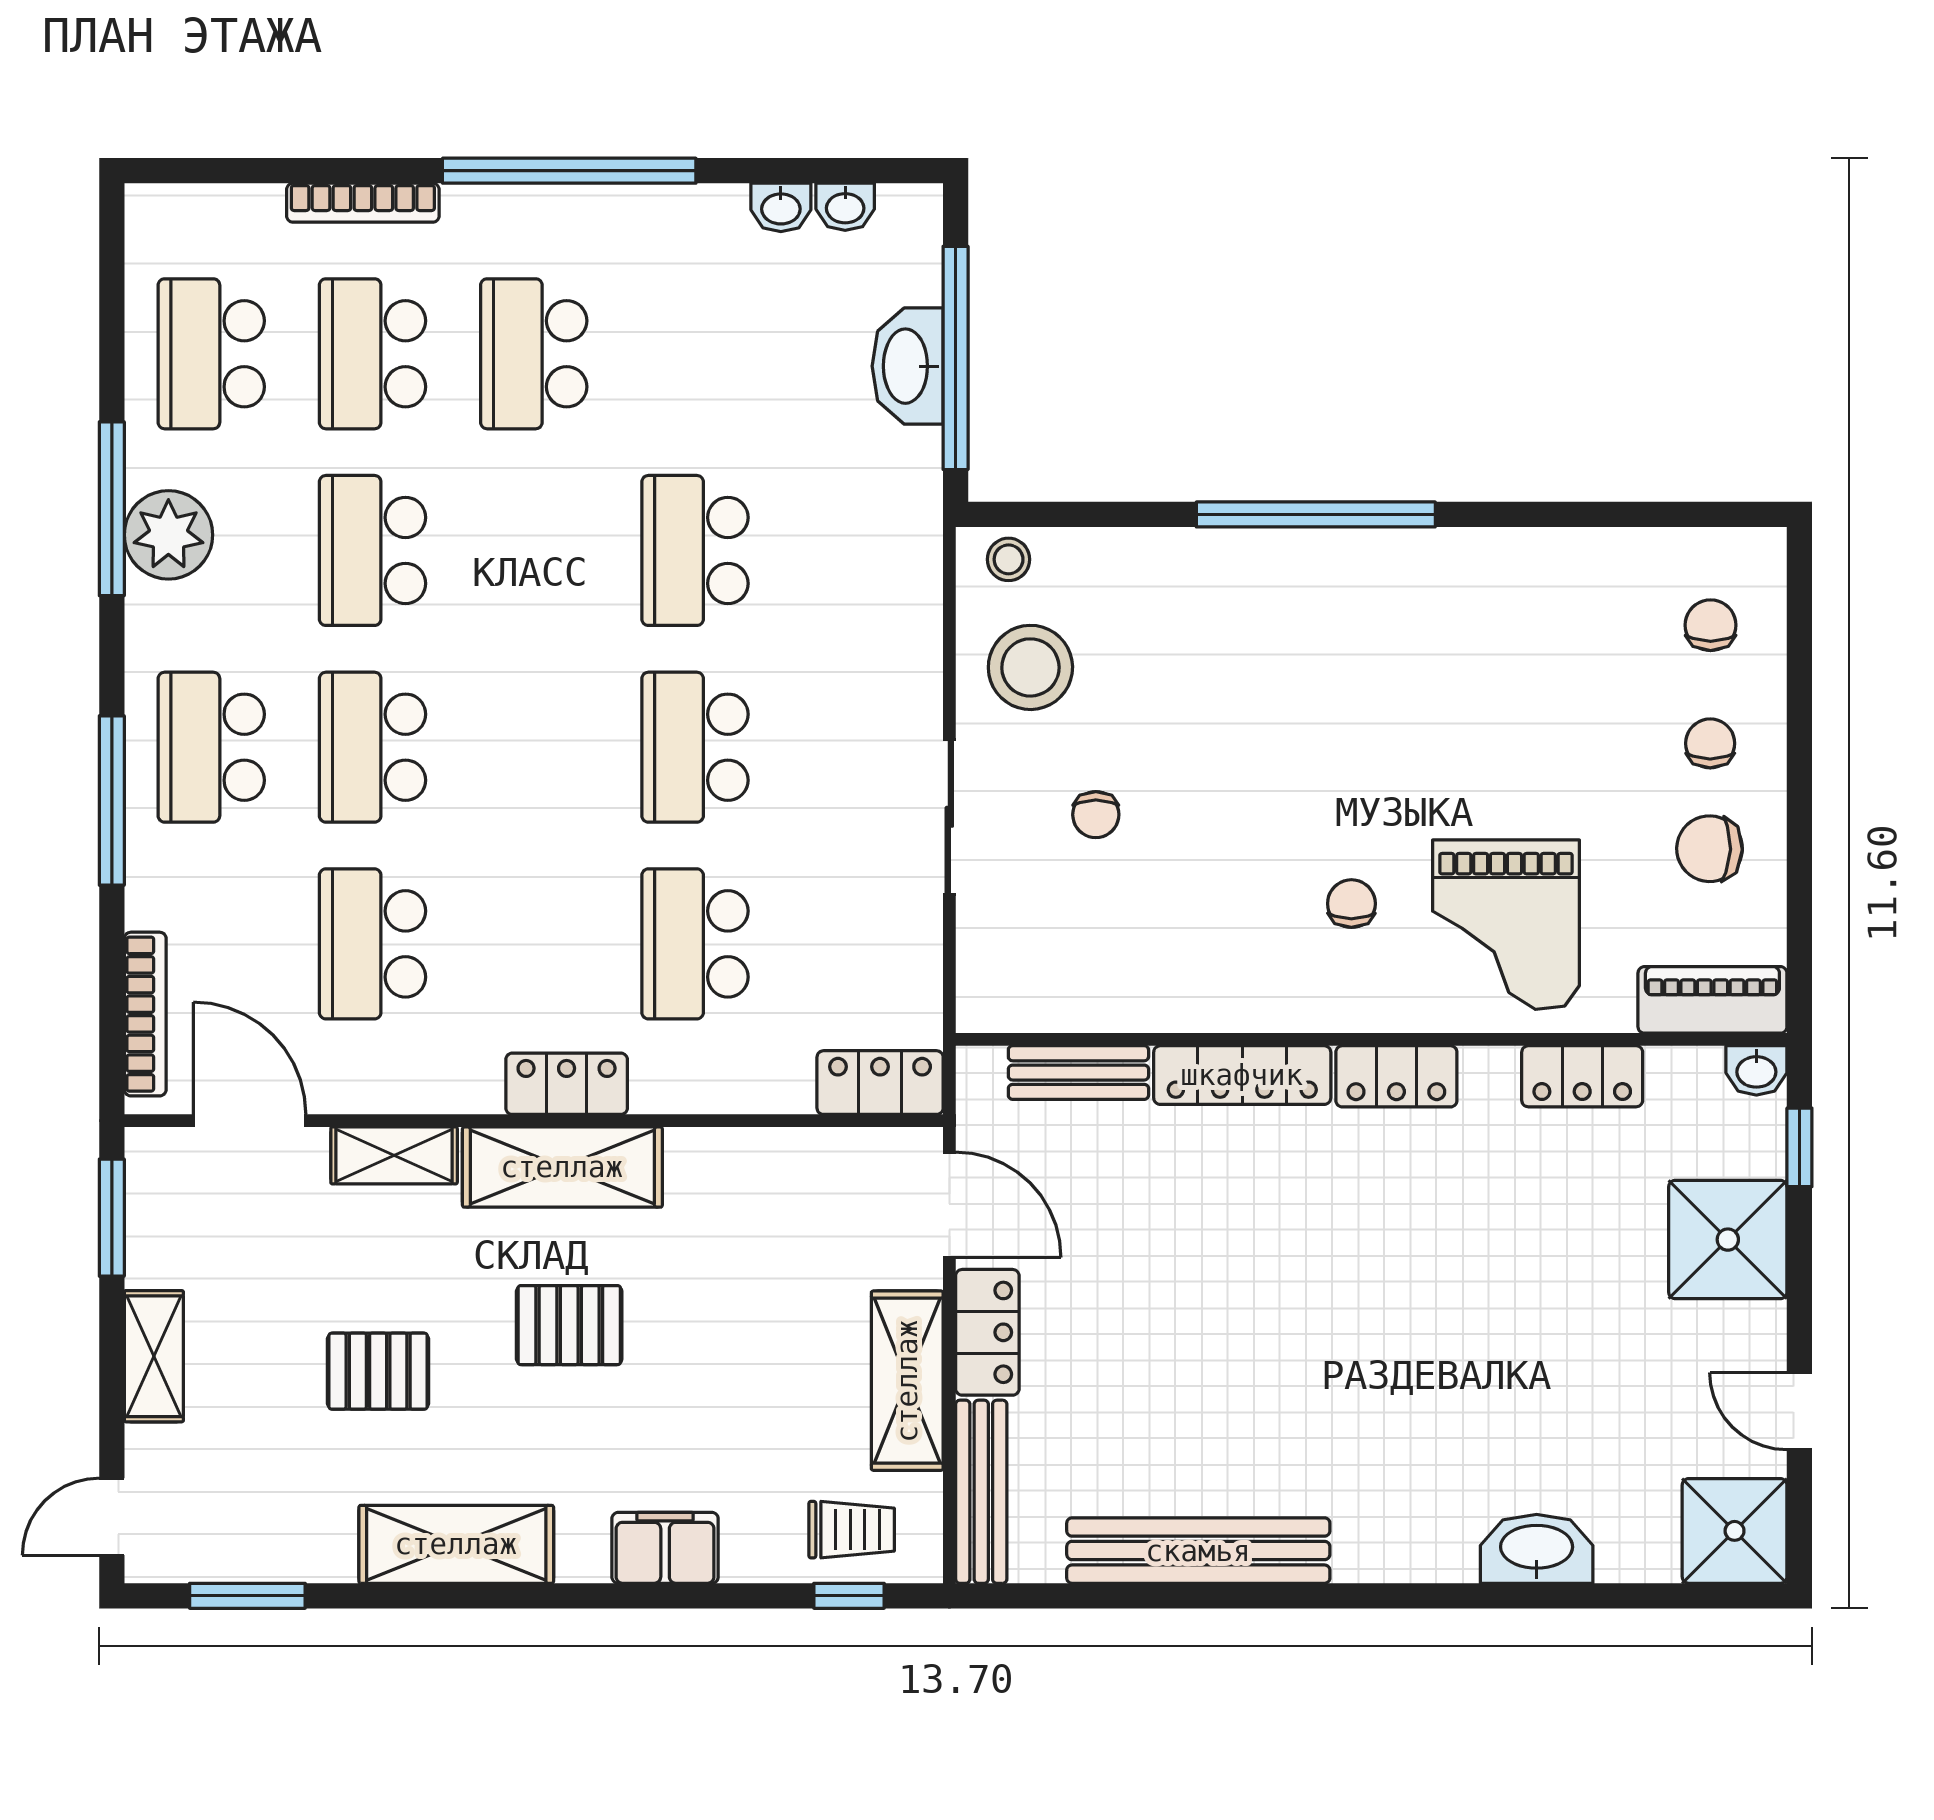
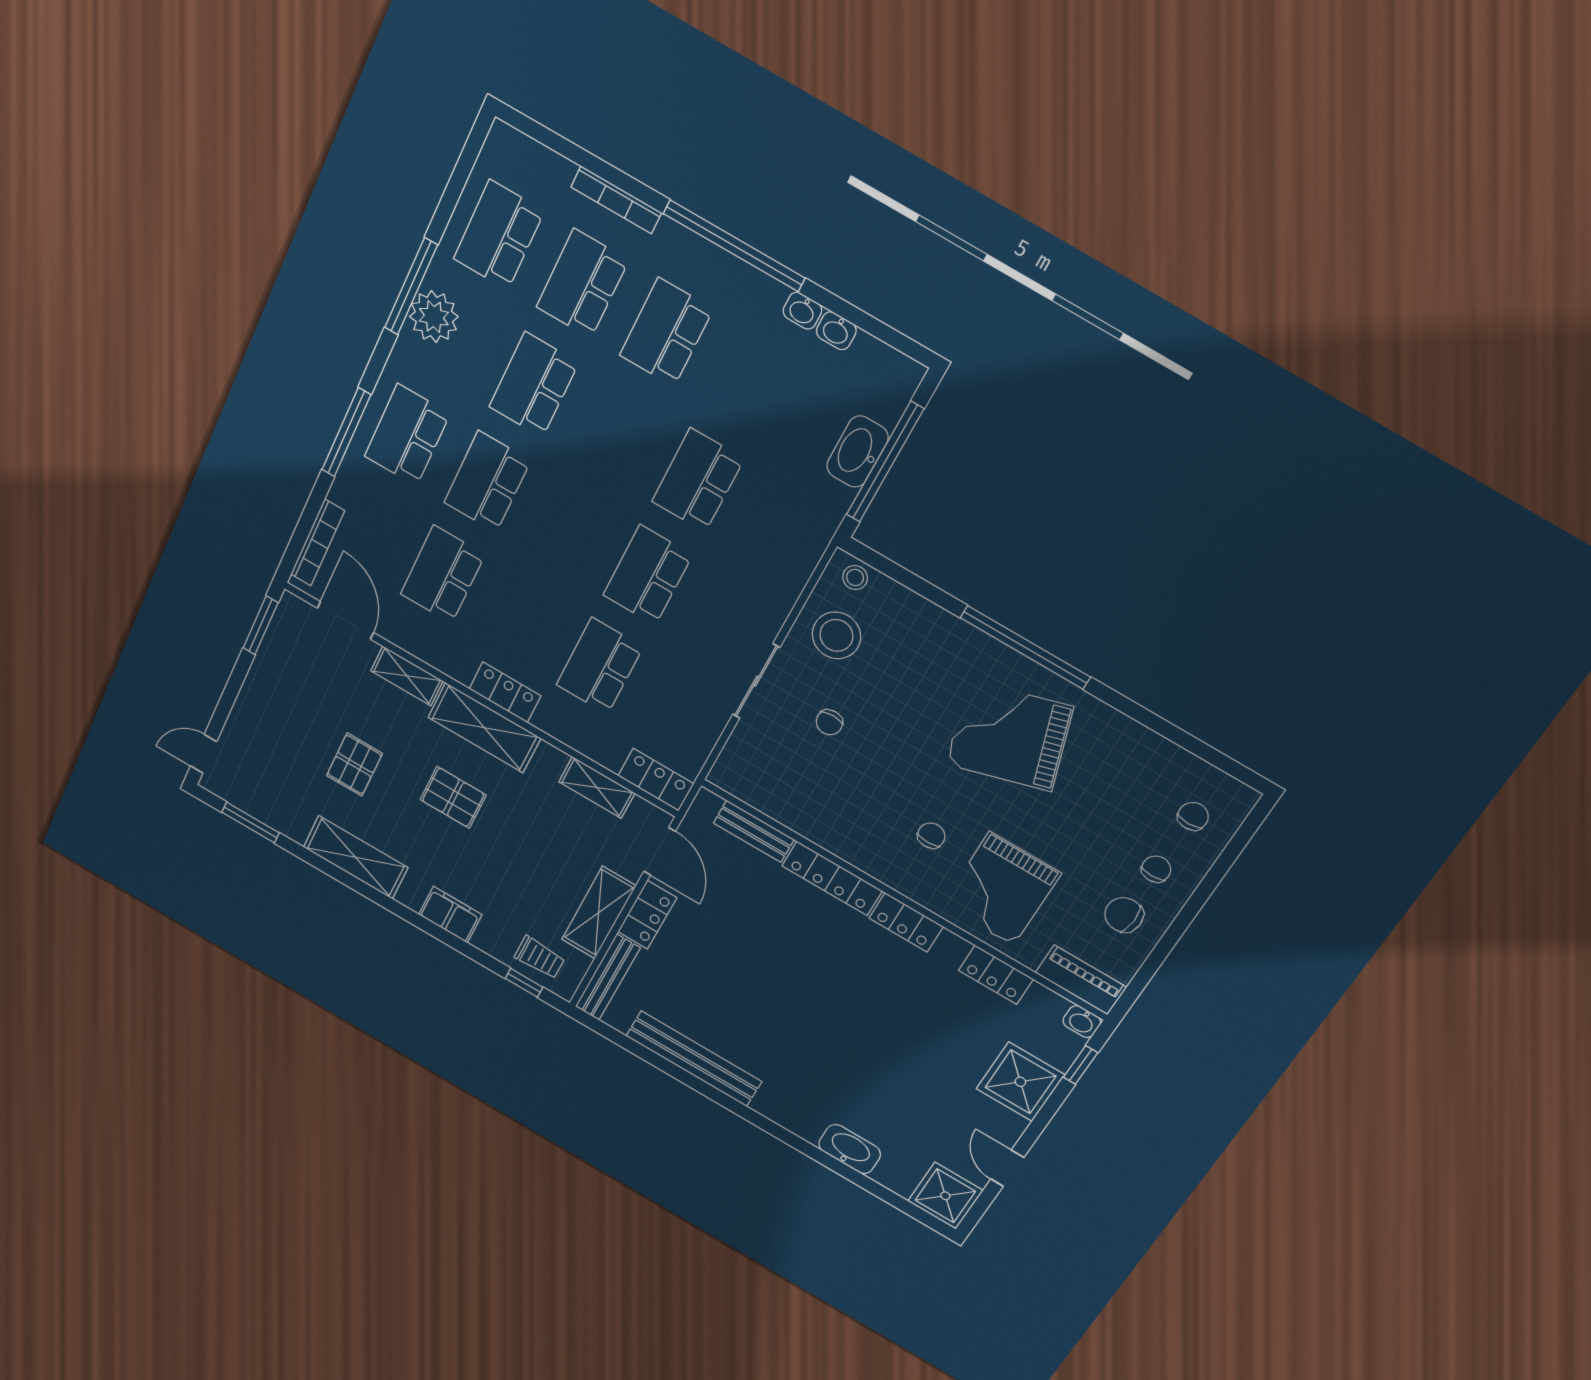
washbasin: (845, 207) -> (802, 311), moved
grand piano: (1373, 667) -> (1009, 736), added
shelving: (154, 1356) -> (597, 788), moved, turned 90
pallet: (378, 1371) -> (354, 765), turned 90

